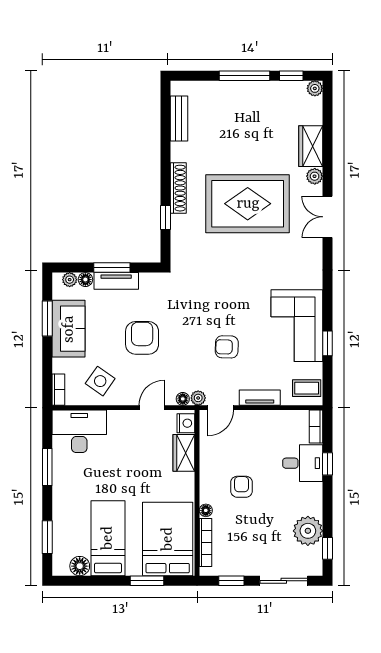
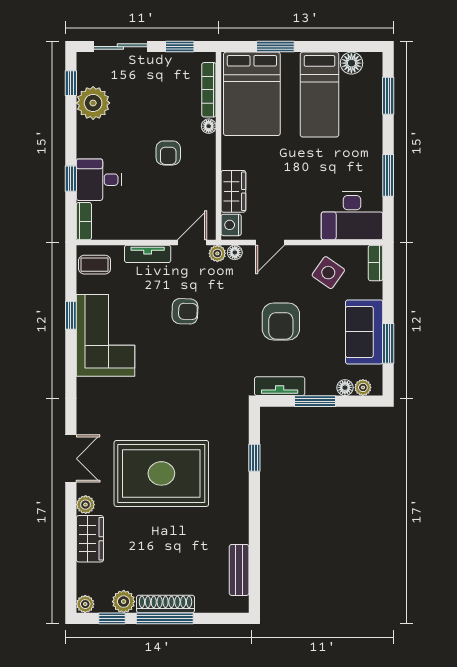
plant: (281, 91) -> (124, 602), added
shoe rack: (178, 188) -> (166, 604), moved, turned 90
tv unit: (116, 281) -> (280, 386), moved

